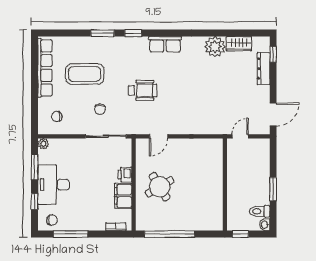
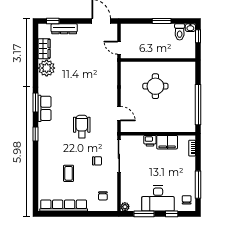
window: (103, 33) -> (35, 103), moved
coffee table: (85, 74) -> (69, 173), width x0.54, depth x0.58
round table: (160, 187) -> (155, 86), moved, turned 31
window: (240, 234) -> (198, 36), moved

